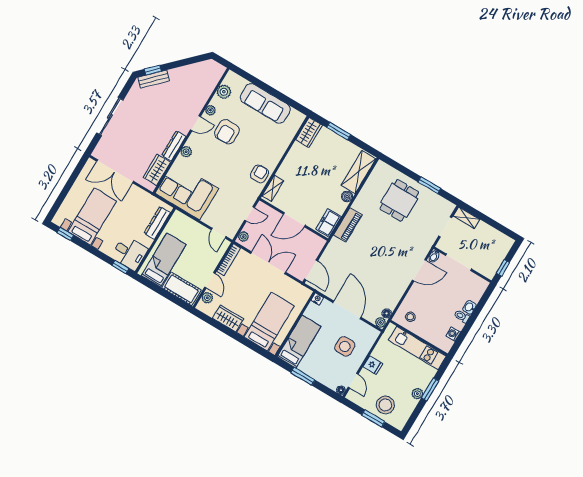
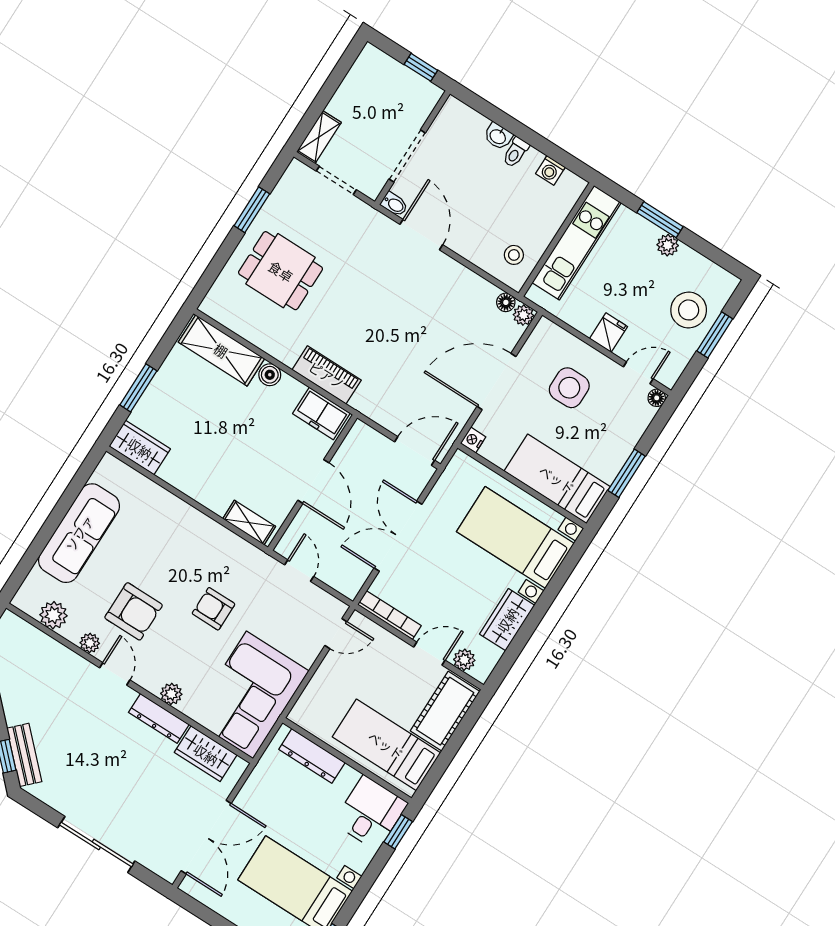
armchair: (259, 174) -> (214, 609), moved
plant: (243, 237) -> (344, 584), removed

